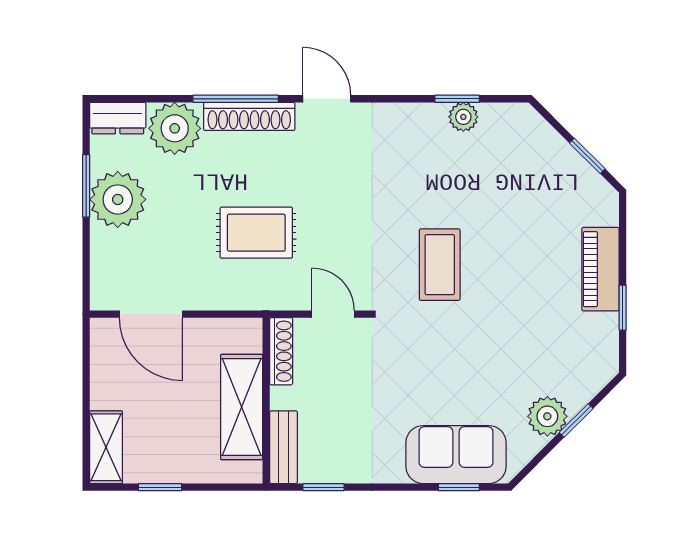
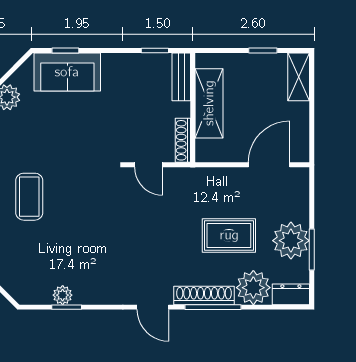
rug: (256, 233) -> (229, 235), moved
coffee table: (440, 265) -> (29, 197), moved
door: (151, 314) -> (269, 165), hinge flipped

